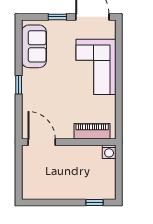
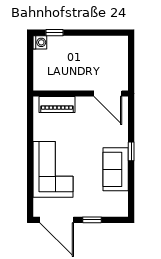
sofa: (34, 46) -> (116, 169), moved
washing machine: (109, 152) -> (40, 42), moved, turned 90

